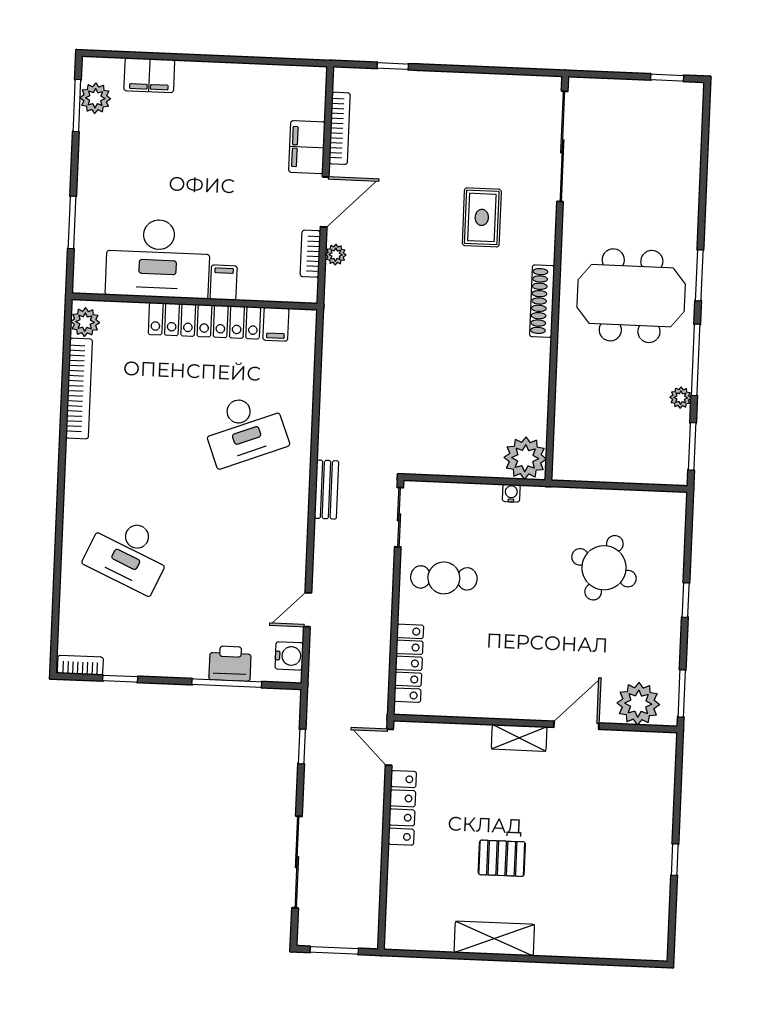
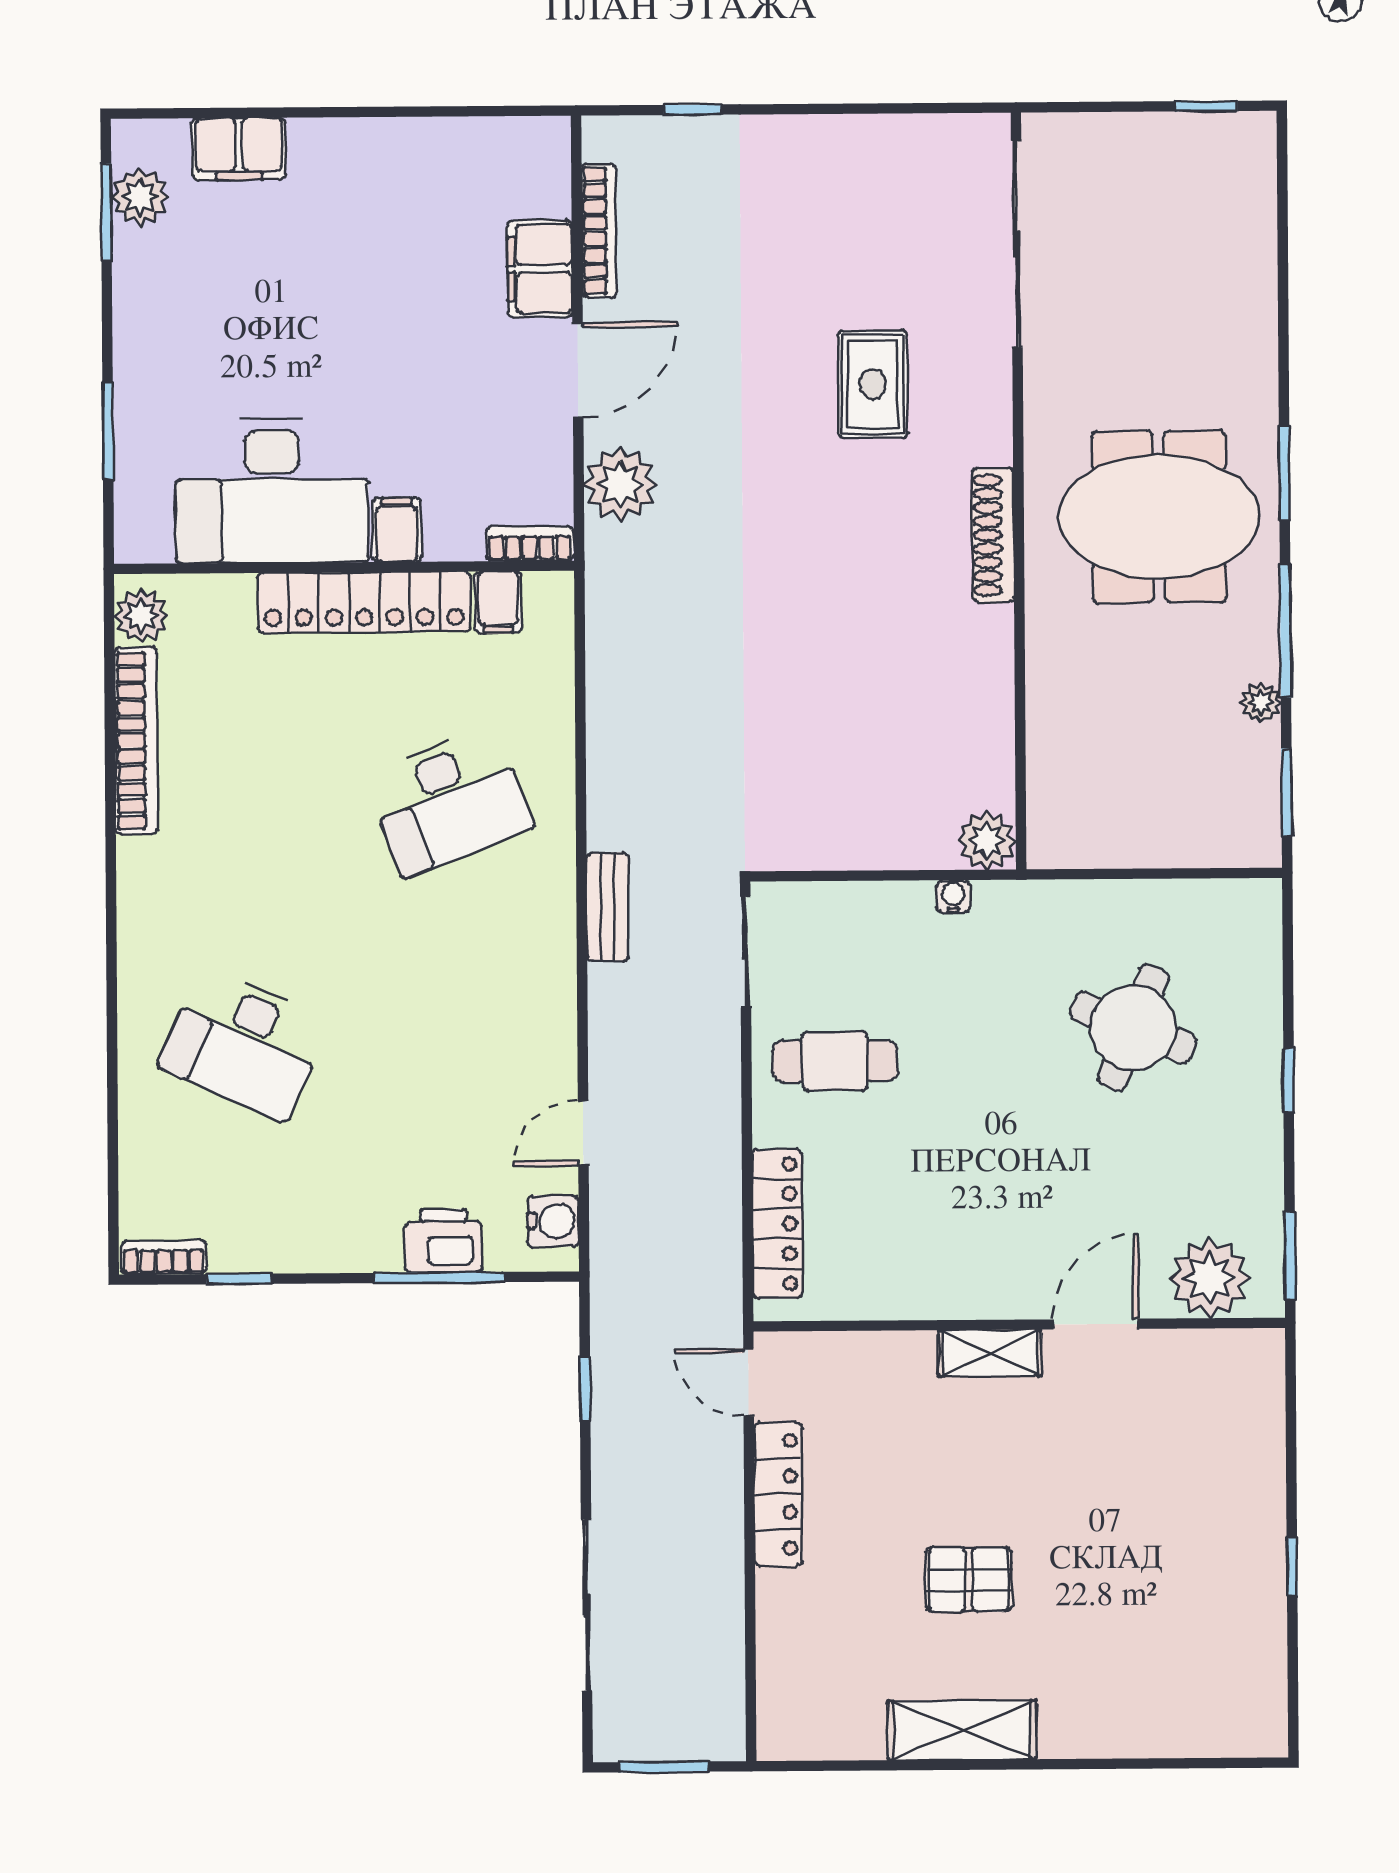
bookcase: (310, 254) -> (530, 543), moved, turned 90
plant: (336, 255) -> (620, 484), width x1.87, depth x1.87
plant: (525, 458) -> (987, 840), width x0.73, depth x0.73

